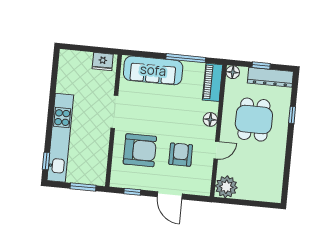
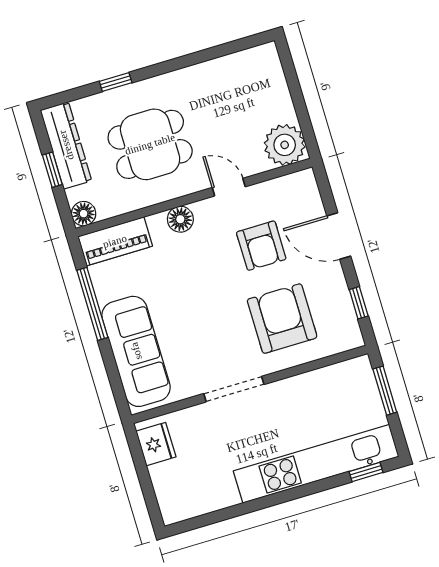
armchair: (181, 155) -> (261, 246), turned -90
door: (170, 195) -> (339, 236), swing flipped

